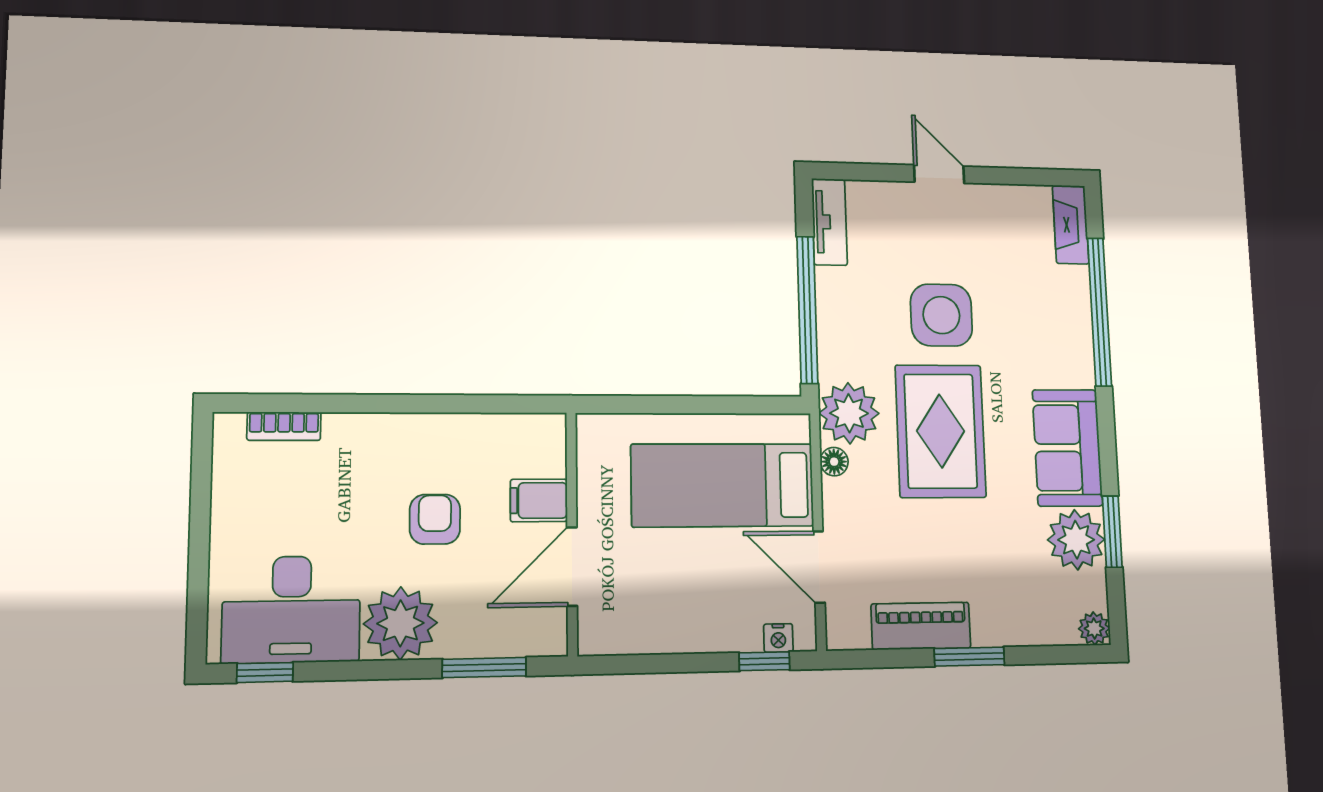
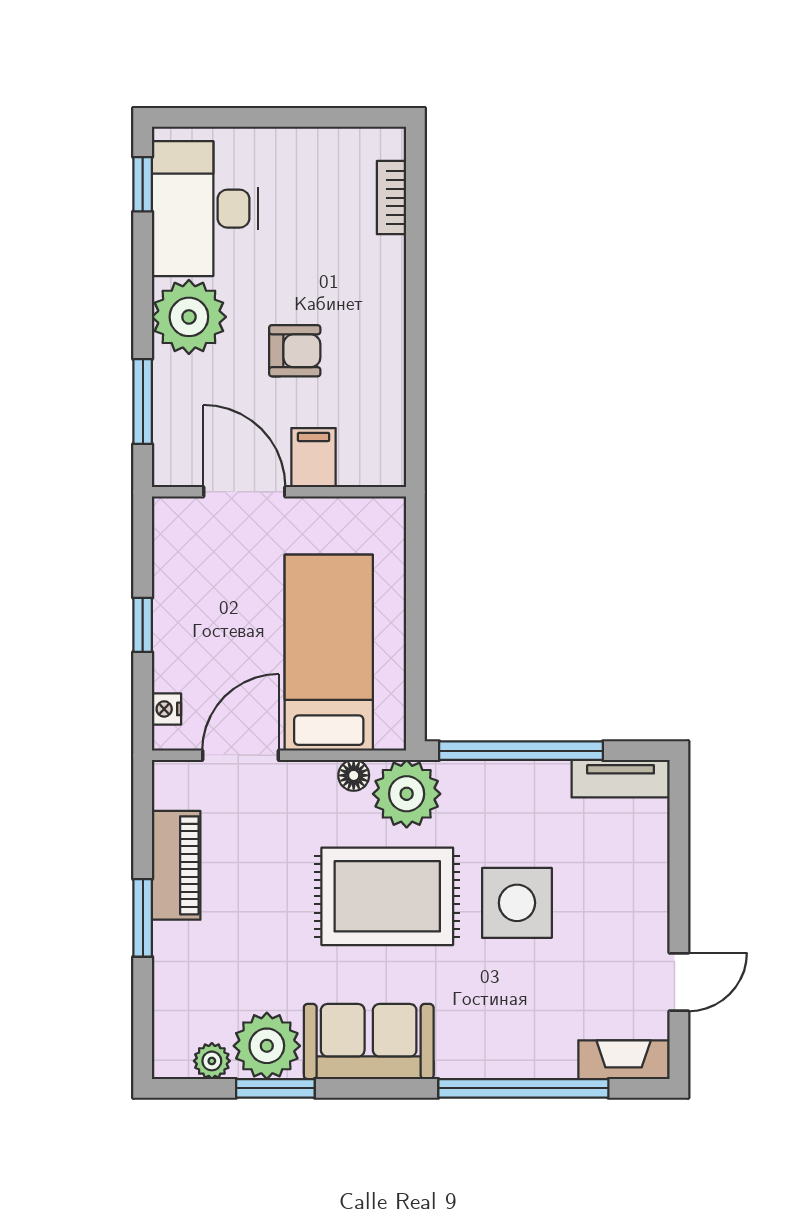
door: (939, 174) -> (679, 982), moved
plant: (1094, 628) -> (212, 1061), moved
window: (764, 661) -> (143, 625), moved

